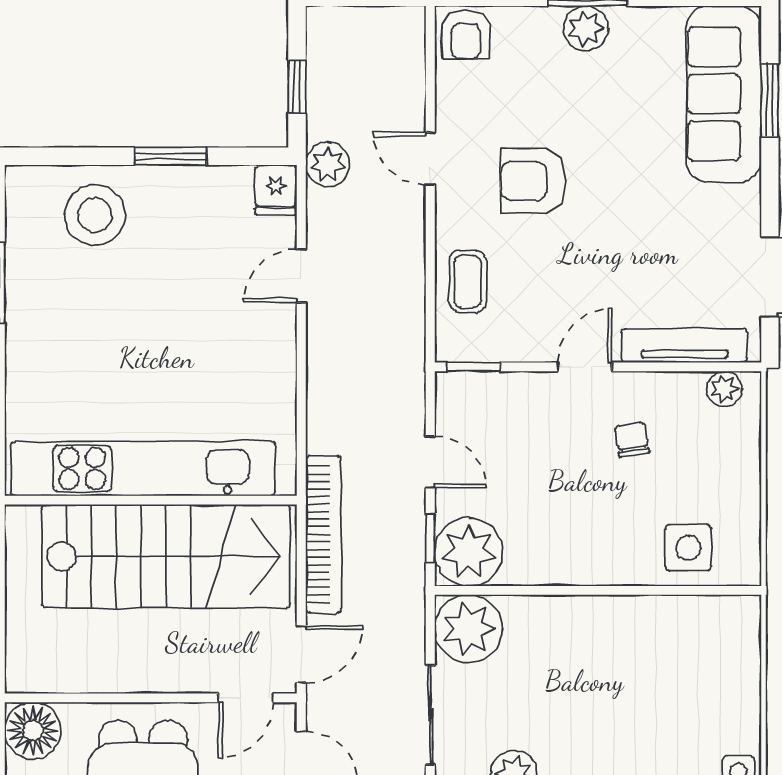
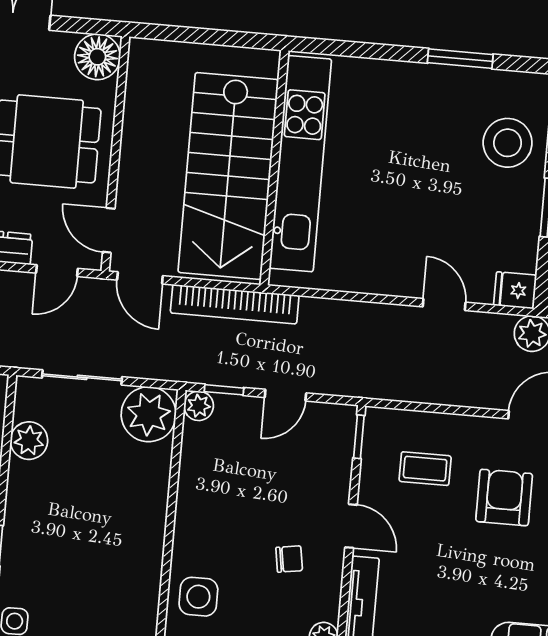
coffee table: (468, 281) -> (425, 469), moved
plant: (469, 552) -> (199, 406), width x0.53, depth x0.53

